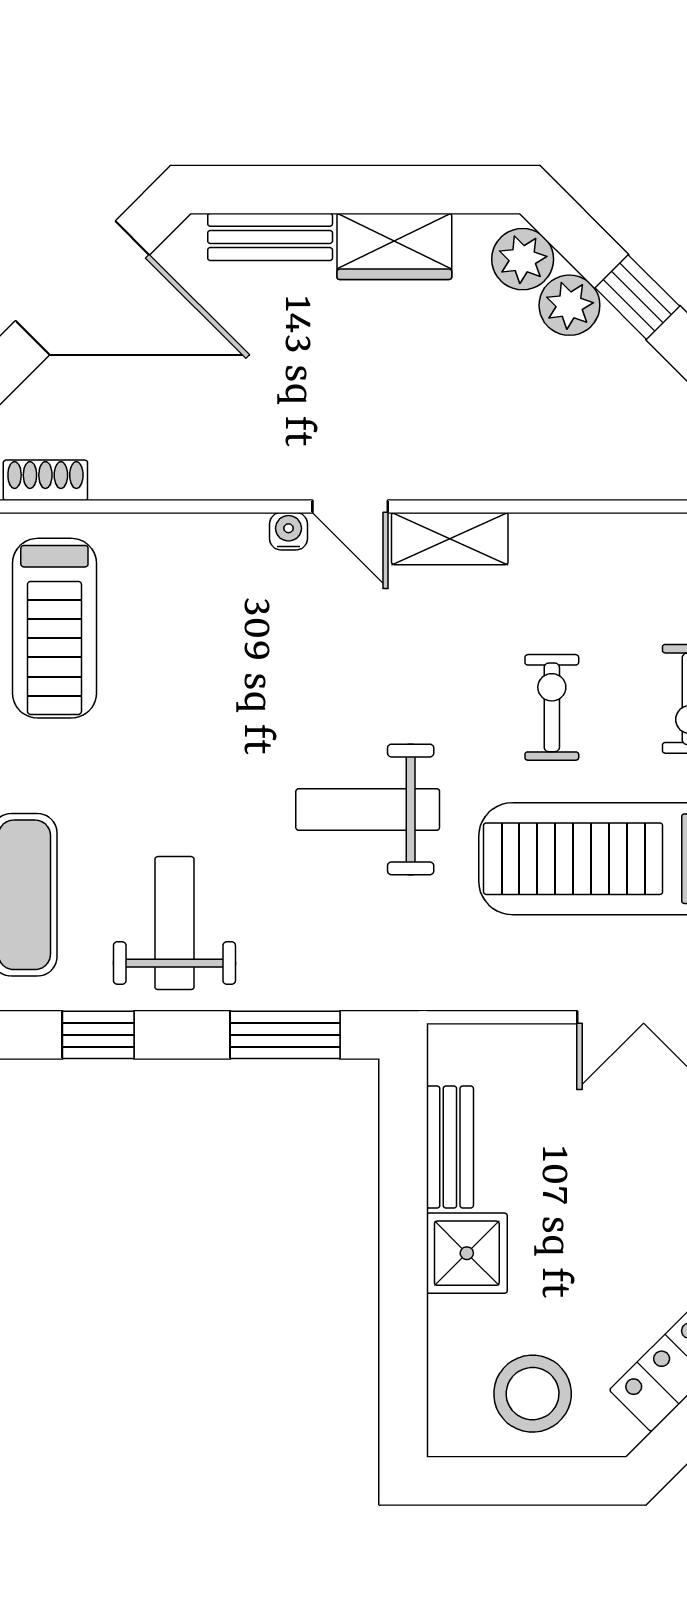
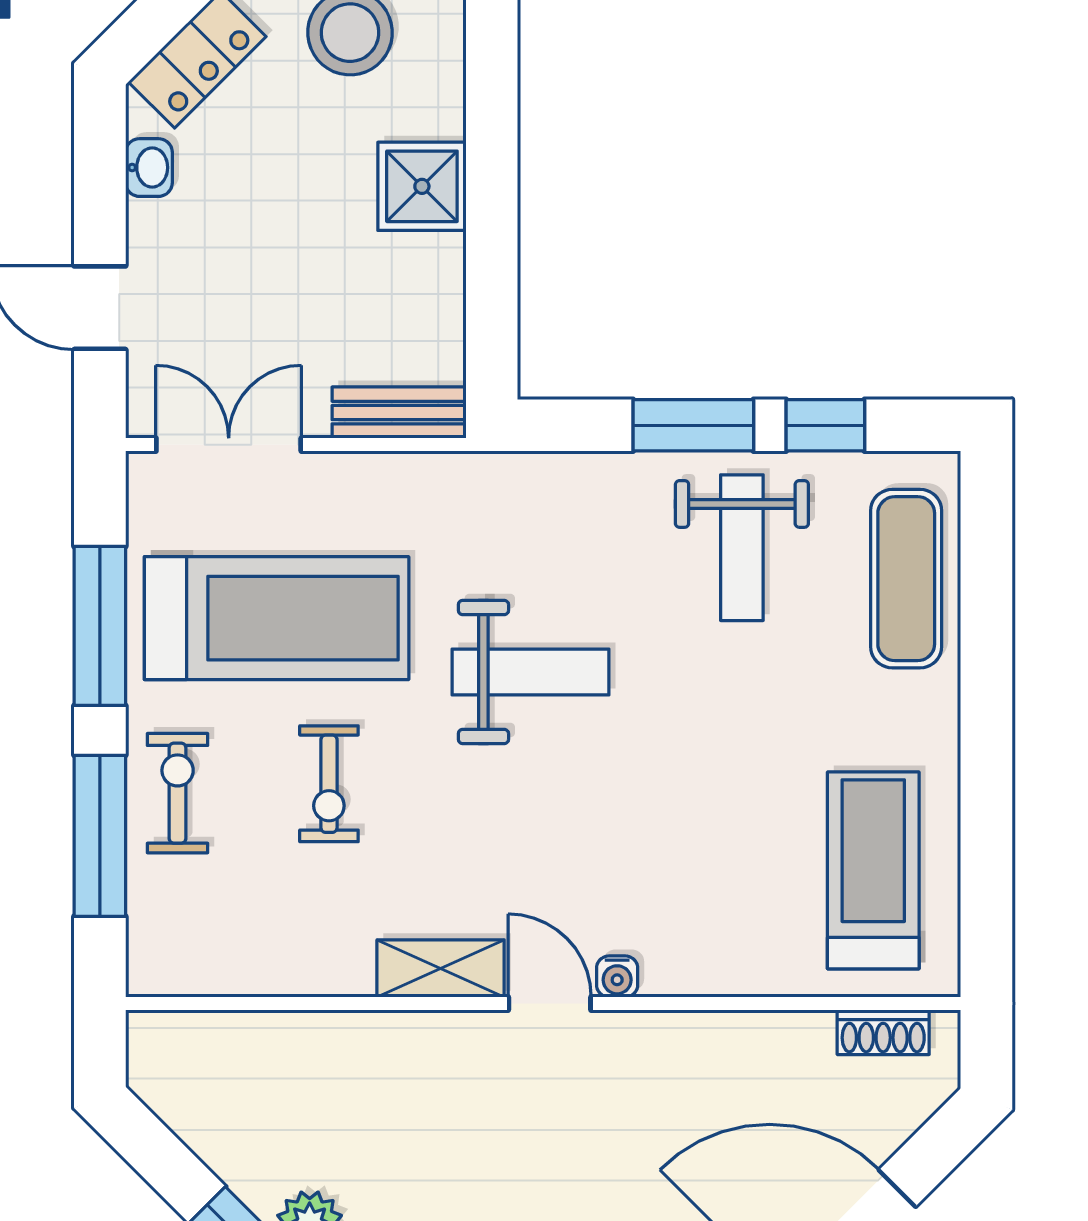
window: (285, 1035) -> (693, 425), moved
bench: (450, 1147) -> (399, 413), moved, turned 90

